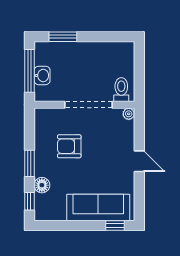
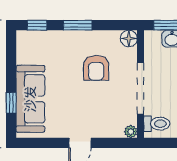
armchair: (69, 146) -> (96, 68), turned 180
floor lamp: (42, 185) -> (129, 38), moved
window: (115, 225) -> (11, 103), moved

